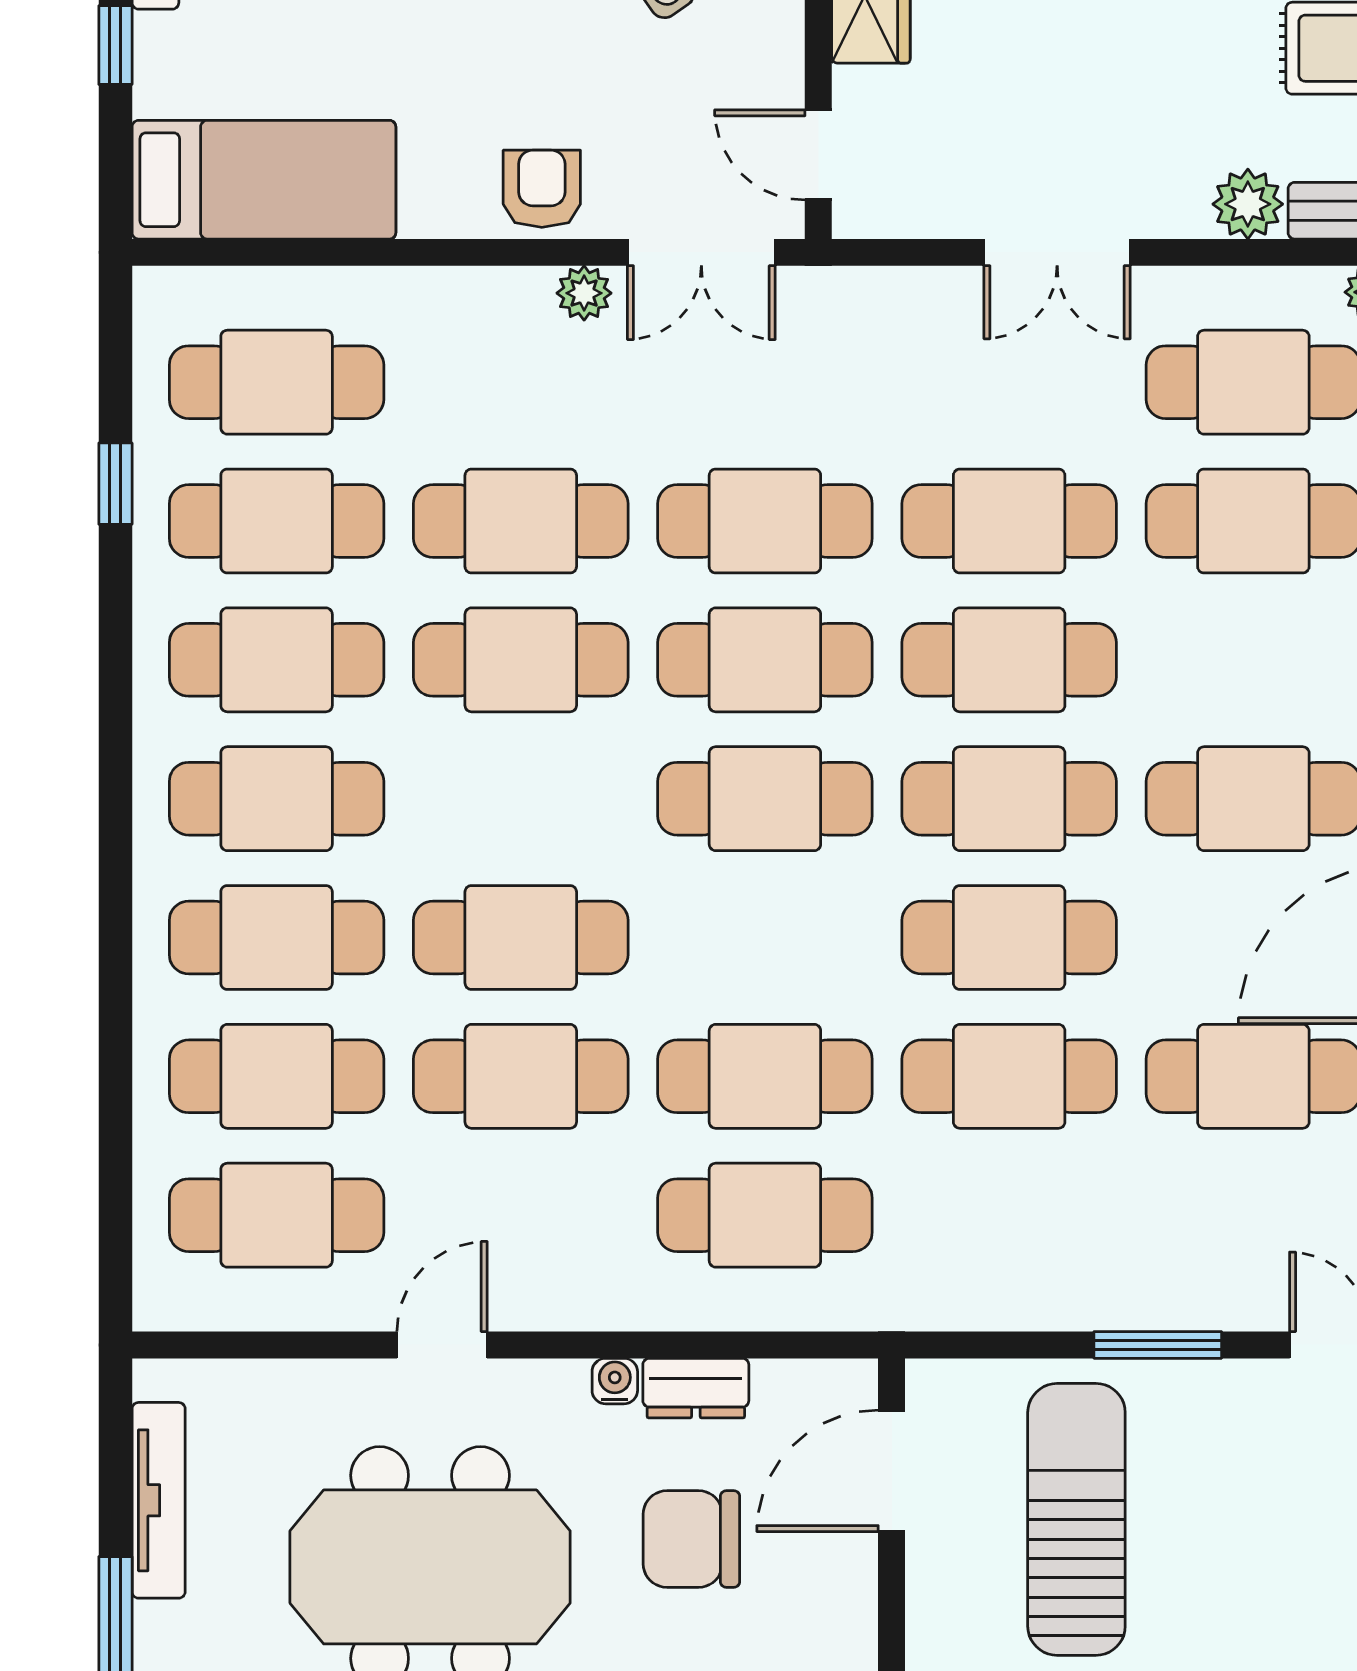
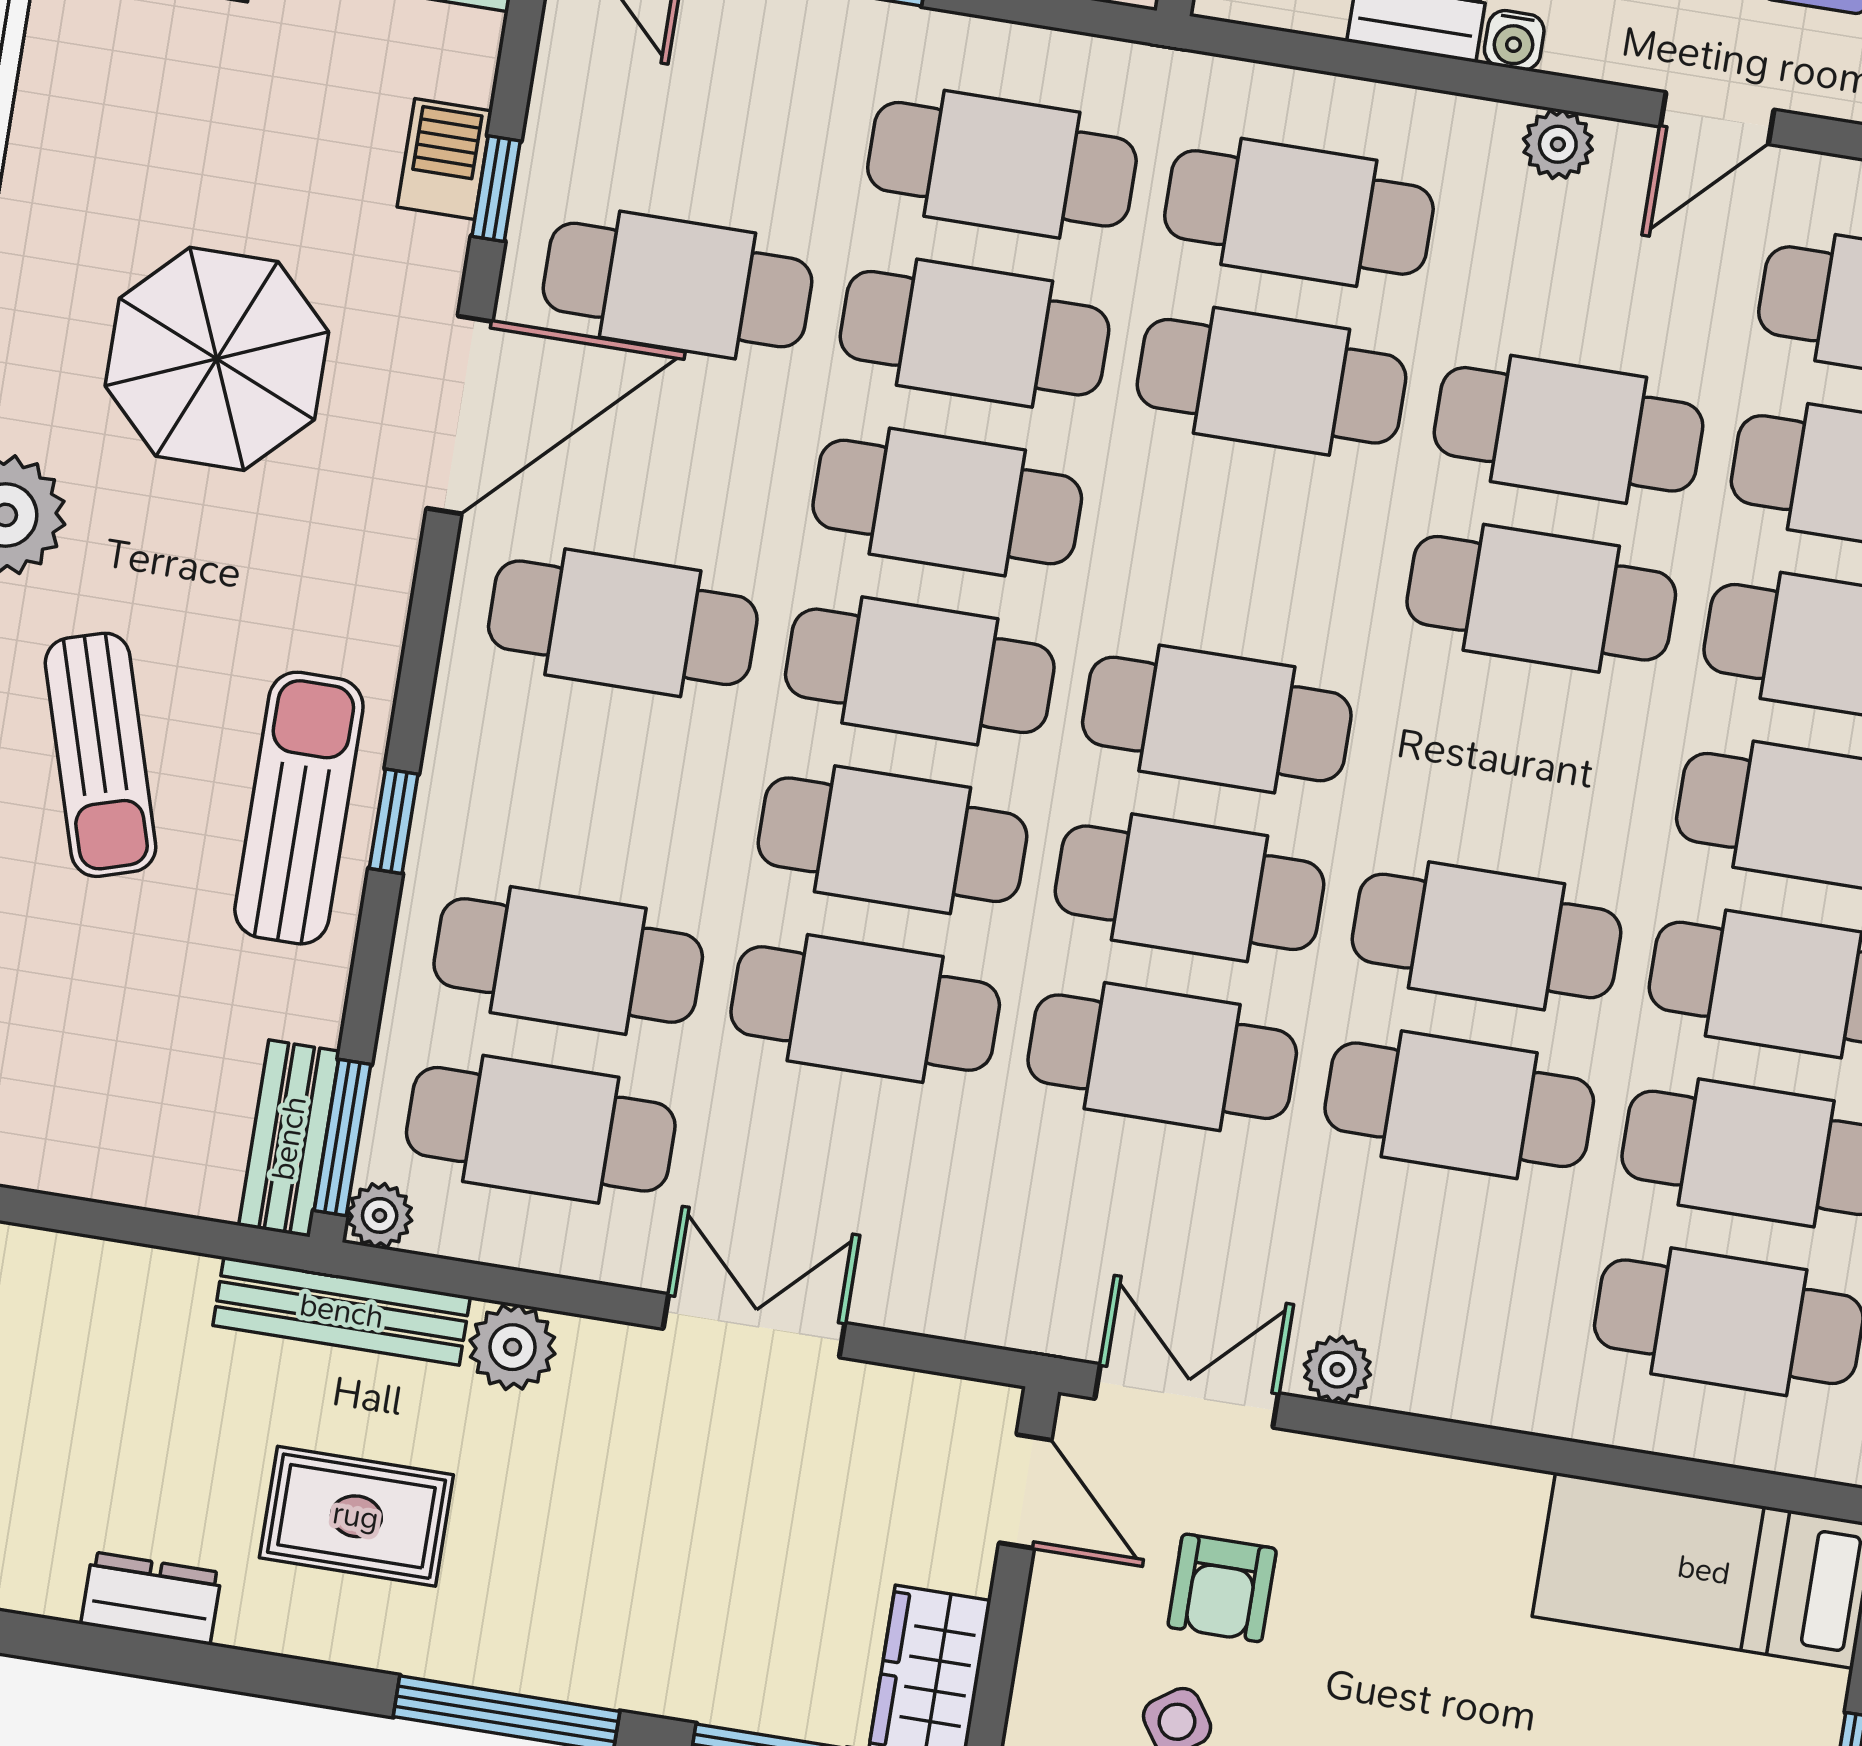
armchair: (542, 189) -> (1222, 1588), moved
cafe table: (1009, 1215) -> (1002, 164), added
plant: (566, 1303) -> (1558, 144), added

